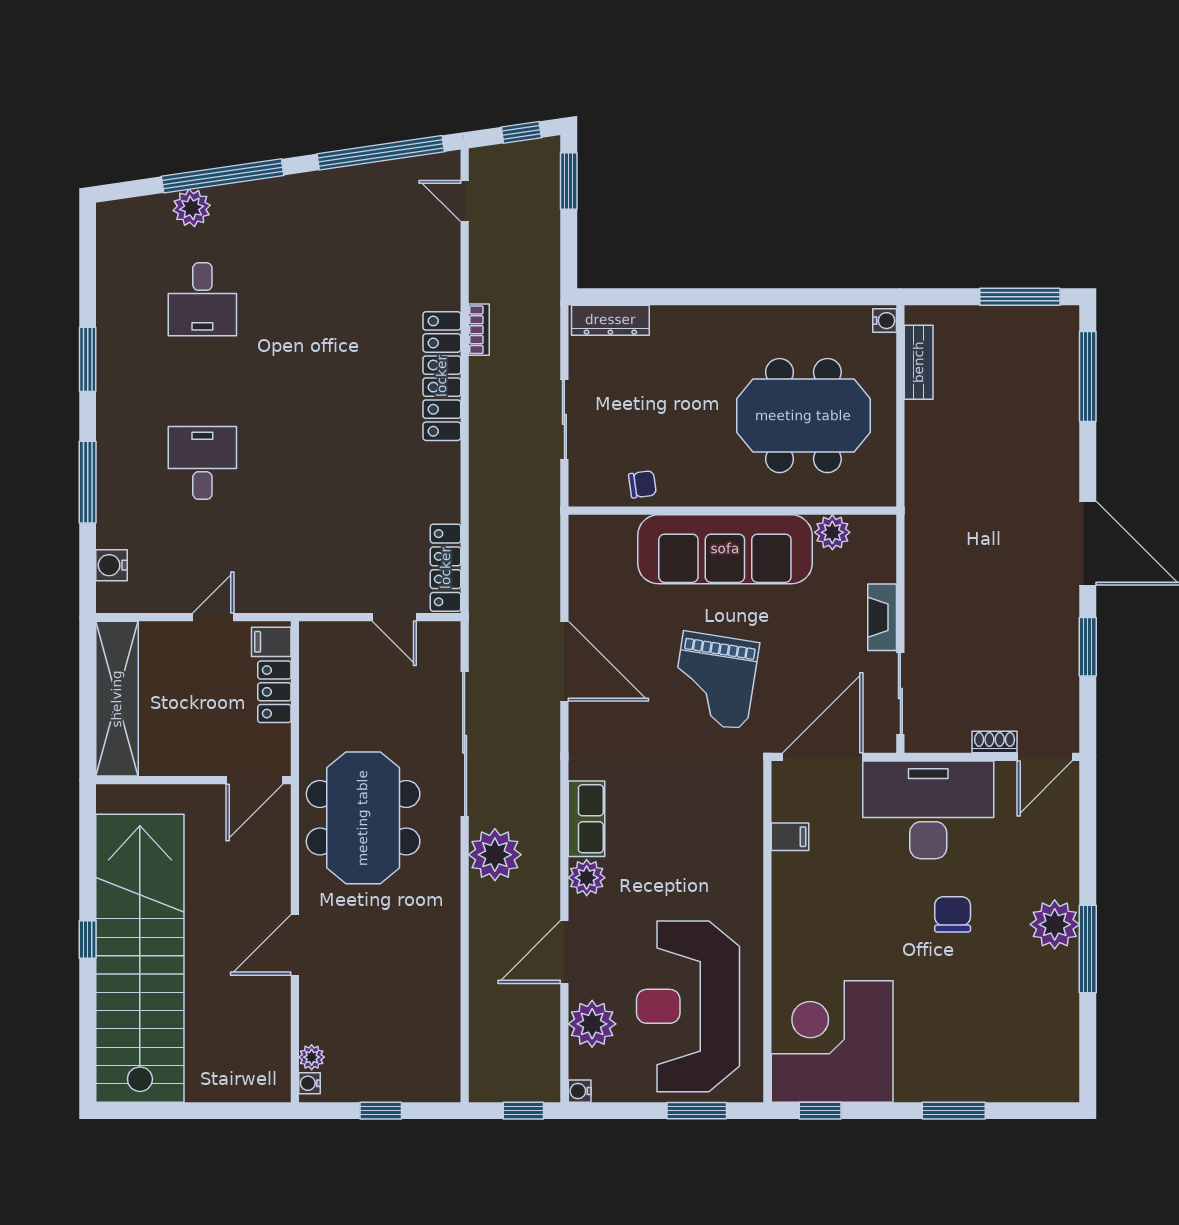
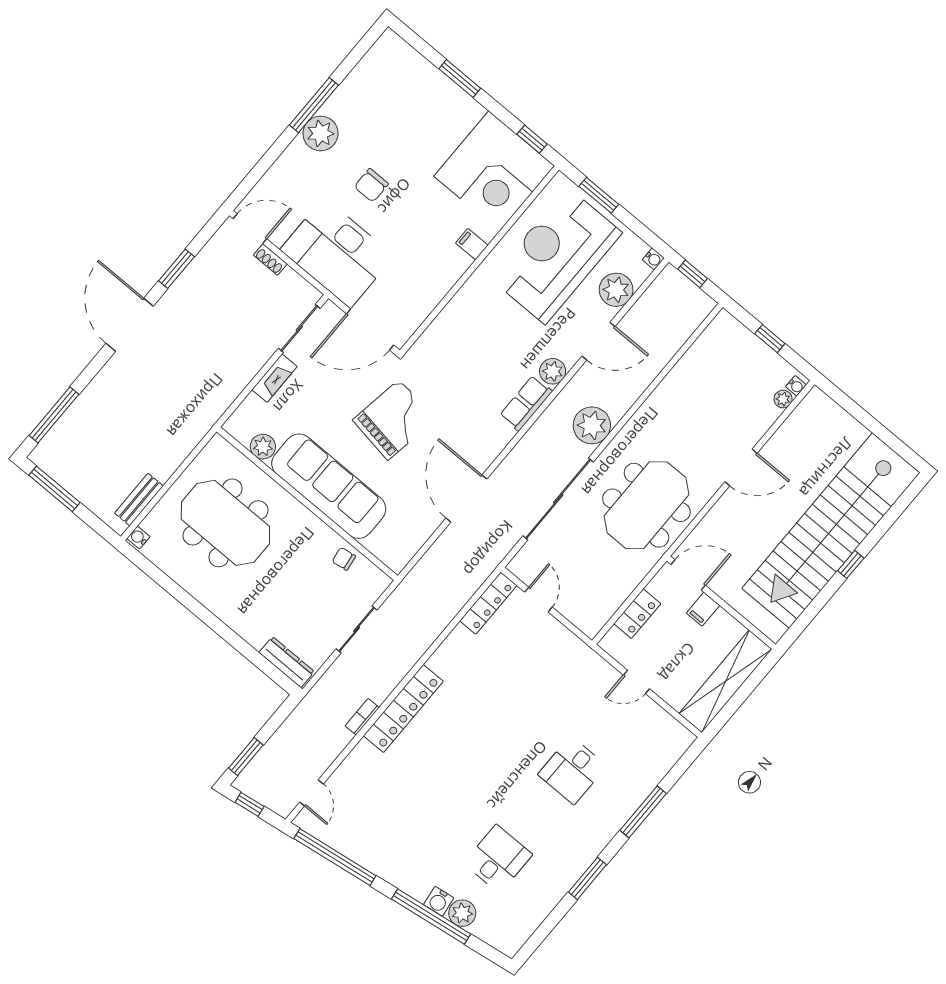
water cooler: (112, 565) -> (439, 901), moved, turned 82
filing cabinet: (271, 642) -> (703, 609), moved, turned 90
filing cabinet: (790, 837) -> (472, 244), moved
reception desk: (688, 1006) -> (556, 256), turned 180

